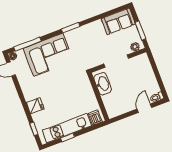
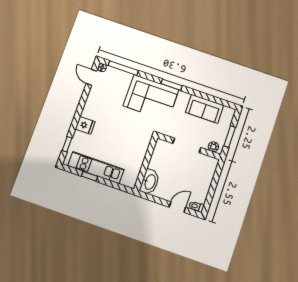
sofa: (118, 21) -> (205, 109), moved
corner sofa: (48, 55) -> (151, 98), moved
washbasin: (103, 84) -> (150, 182), moved
dishwasher: (95, 118) -> (128, 179), removed

